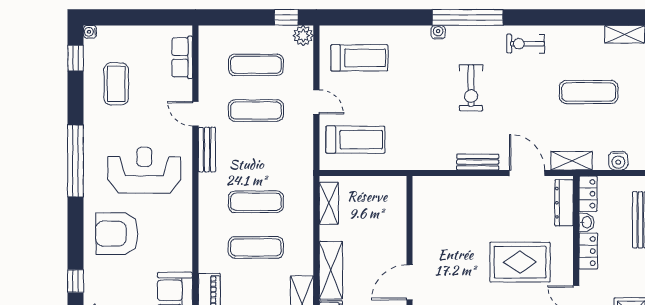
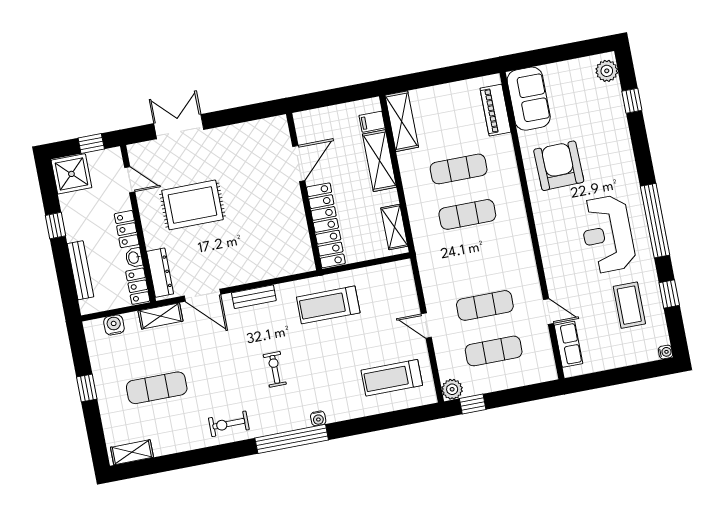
exercise bike: (526, 44) -> (229, 424), turned 180
window: (76, 58) -> (669, 294), moved
exercise bike: (471, 88) -> (275, 369), width x0.73, depth x0.72
door: (195, 114) -> (549, 312), moved
treadmill: (355, 140) -> (328, 305), moved
bench: (207, 150) -> (526, 257), removed
reception desk: (144, 170) -> (607, 234), moved, turned 90
locker: (395, 218) -> (326, 225), added
armchair: (117, 234) -> (559, 166), moved, turned -91

